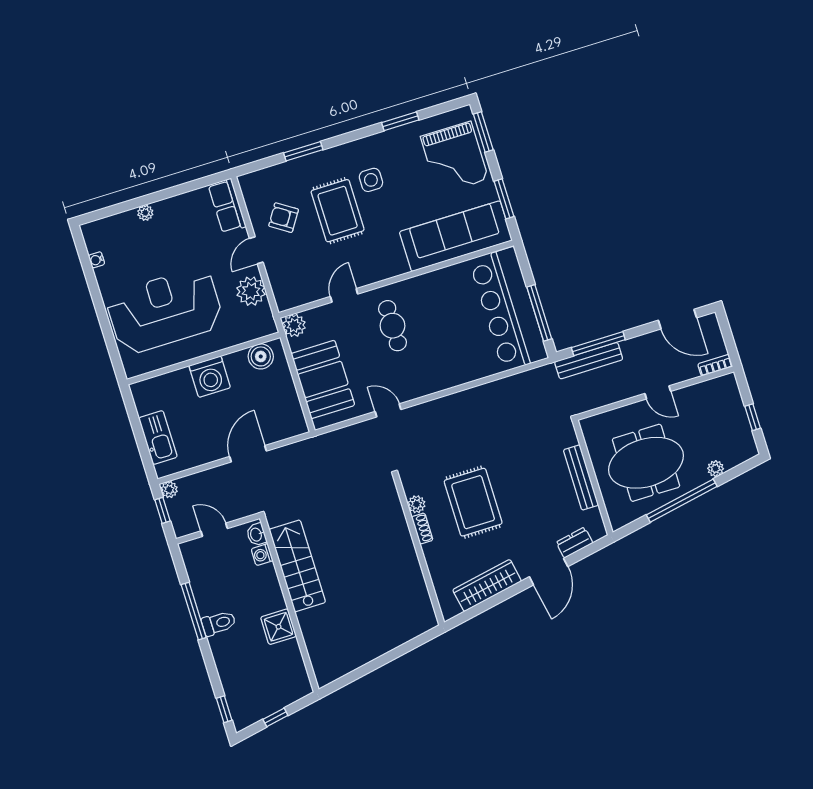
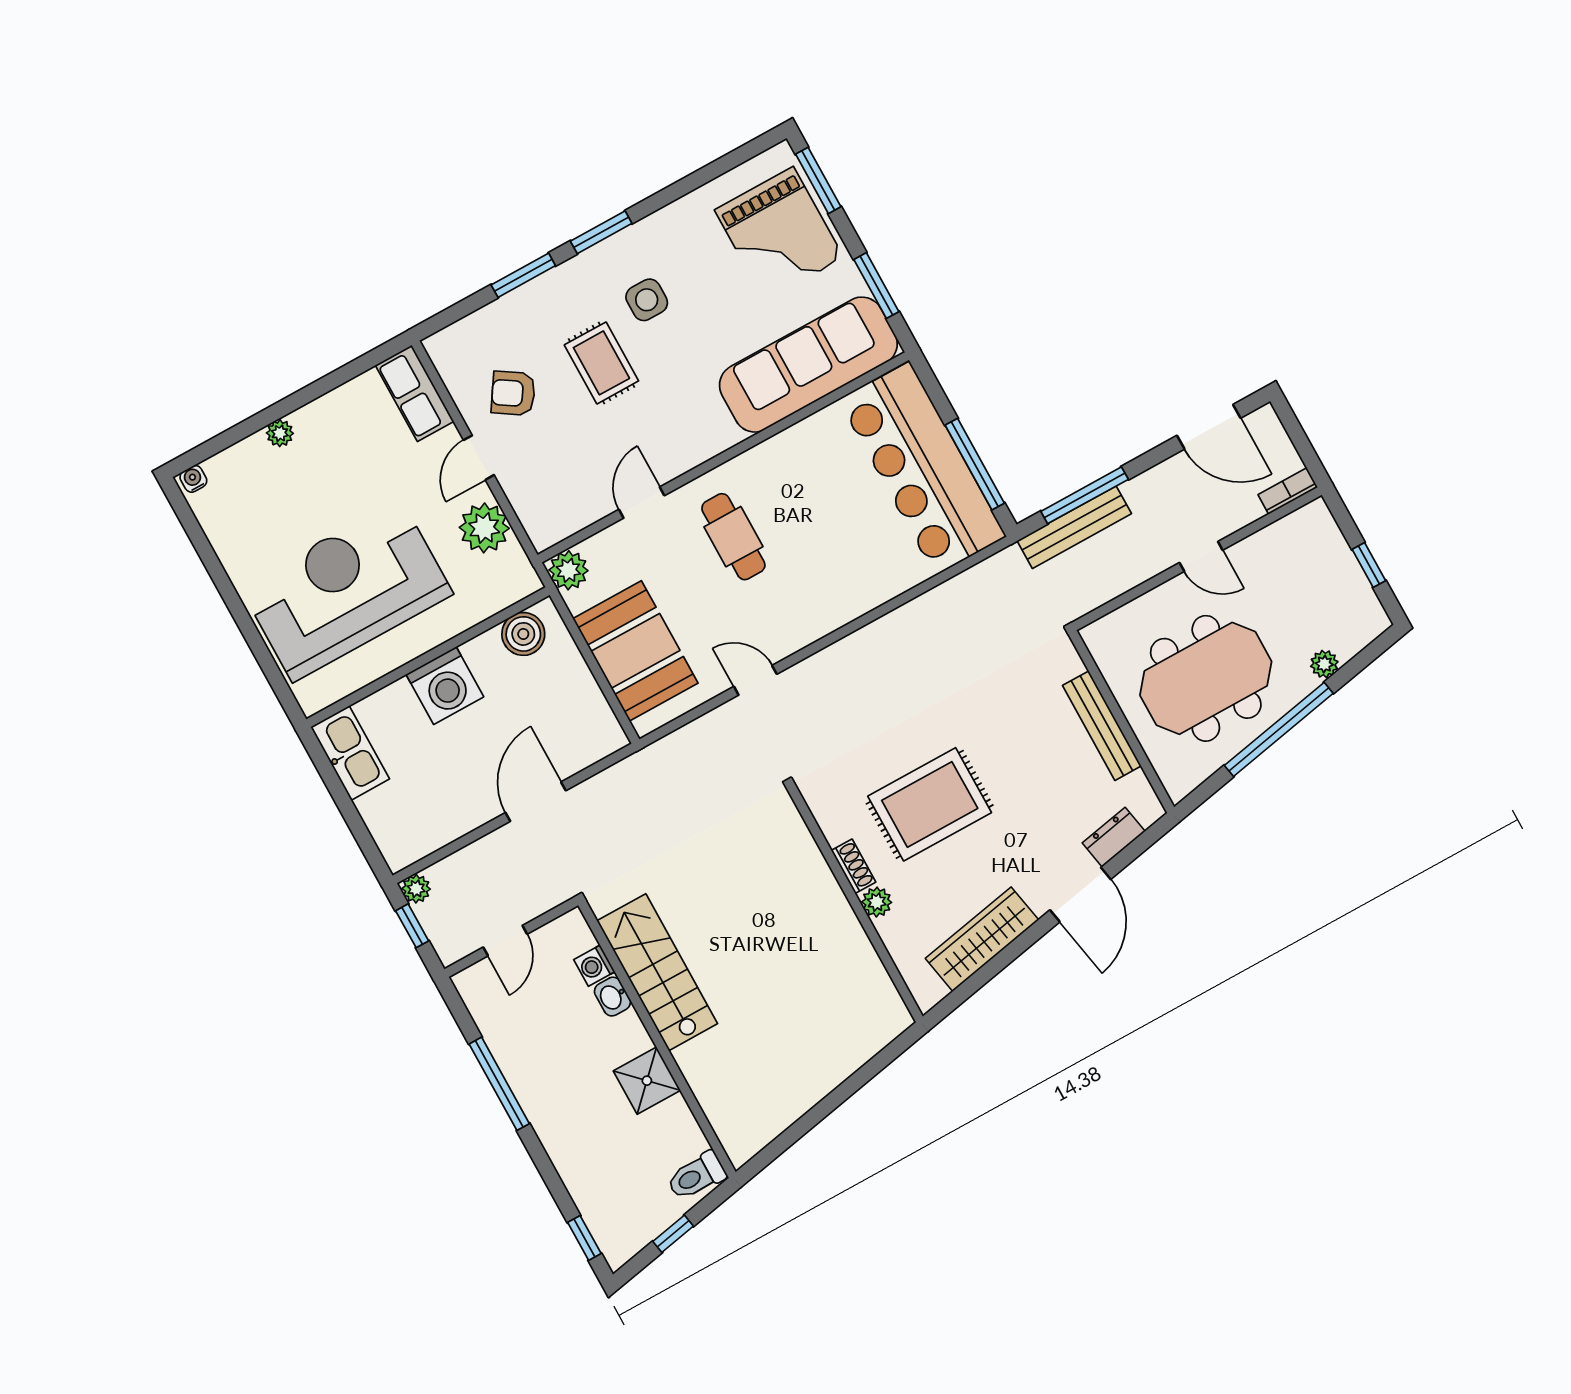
window: (400, 121) -> (601, 232), moved
rug: (338, 211) -> (601, 363), width x0.73, depth x0.70
water cooler: (96, 260) -> (193, 479), moved, turned 90
kitchen sink: (158, 437) -> (350, 753), moved
rug: (473, 502) -> (930, 804), turned 90
plant: (416, 504) -> (877, 902), moved
door: (214, 530) -> (505, 941), swing flipped
washbasin: (256, 534) -> (612, 997), moved
toilet: (219, 623) -> (696, 1176), moved, turned 180

